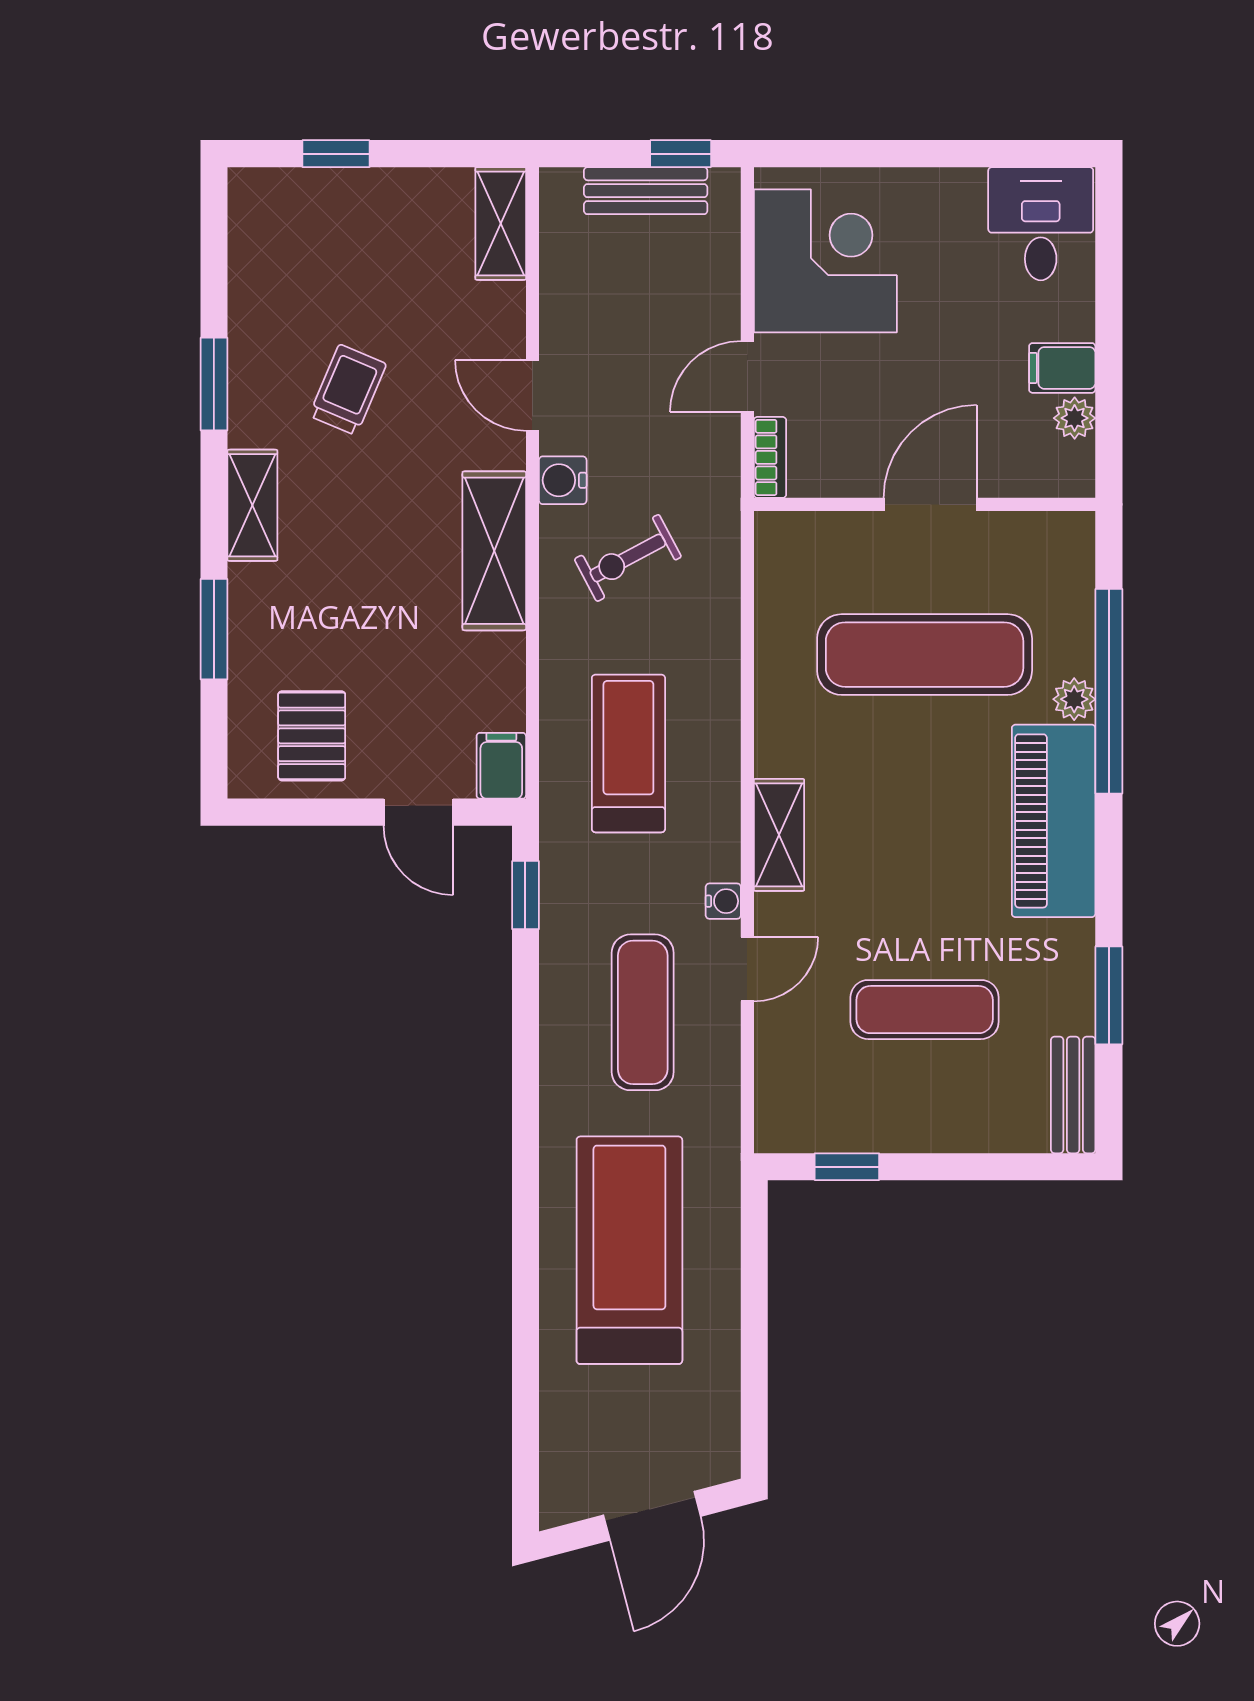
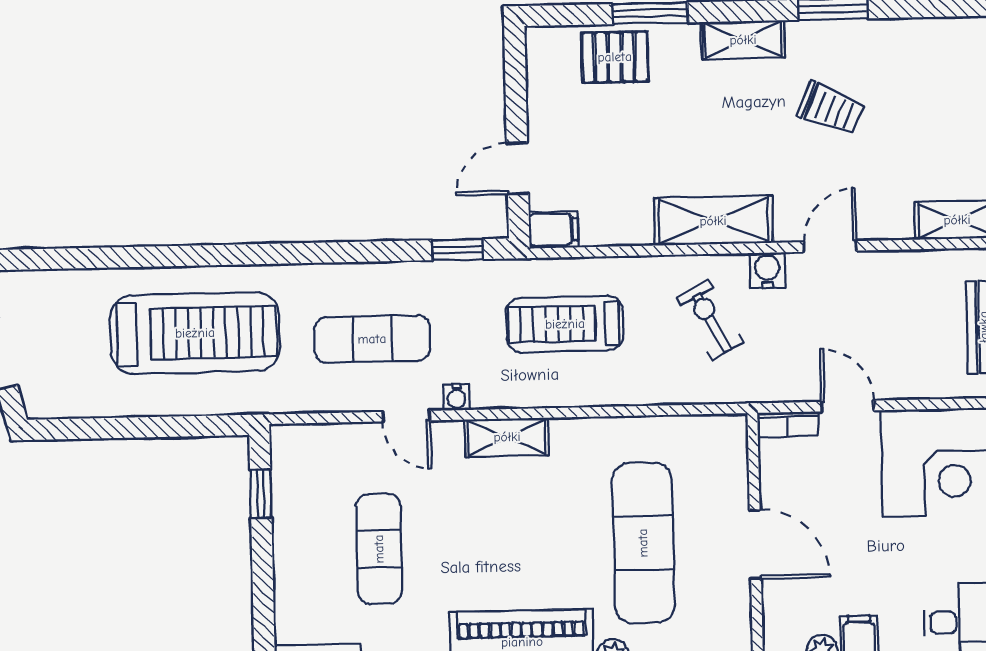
pallet: (312, 736) -> (615, 57), moved
treadmill: (628, 753) -> (565, 324), turned 180

